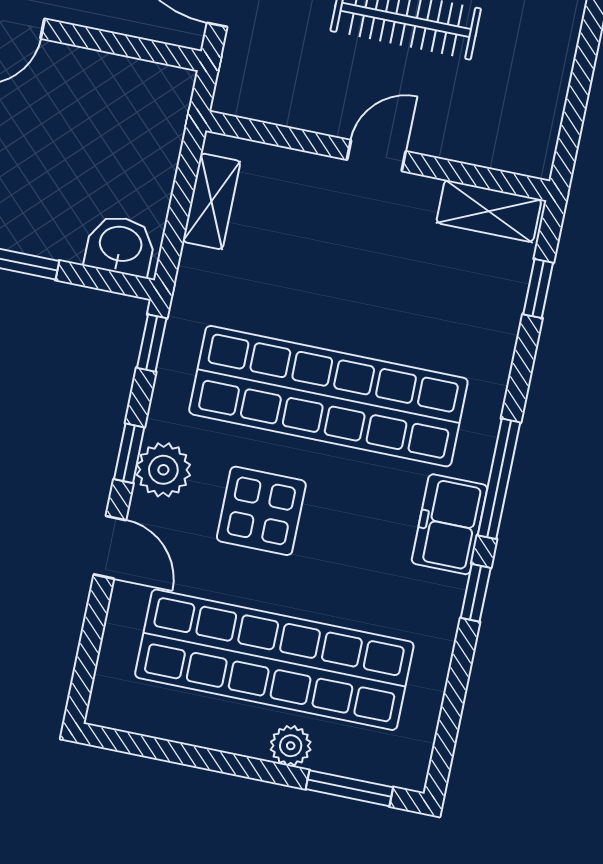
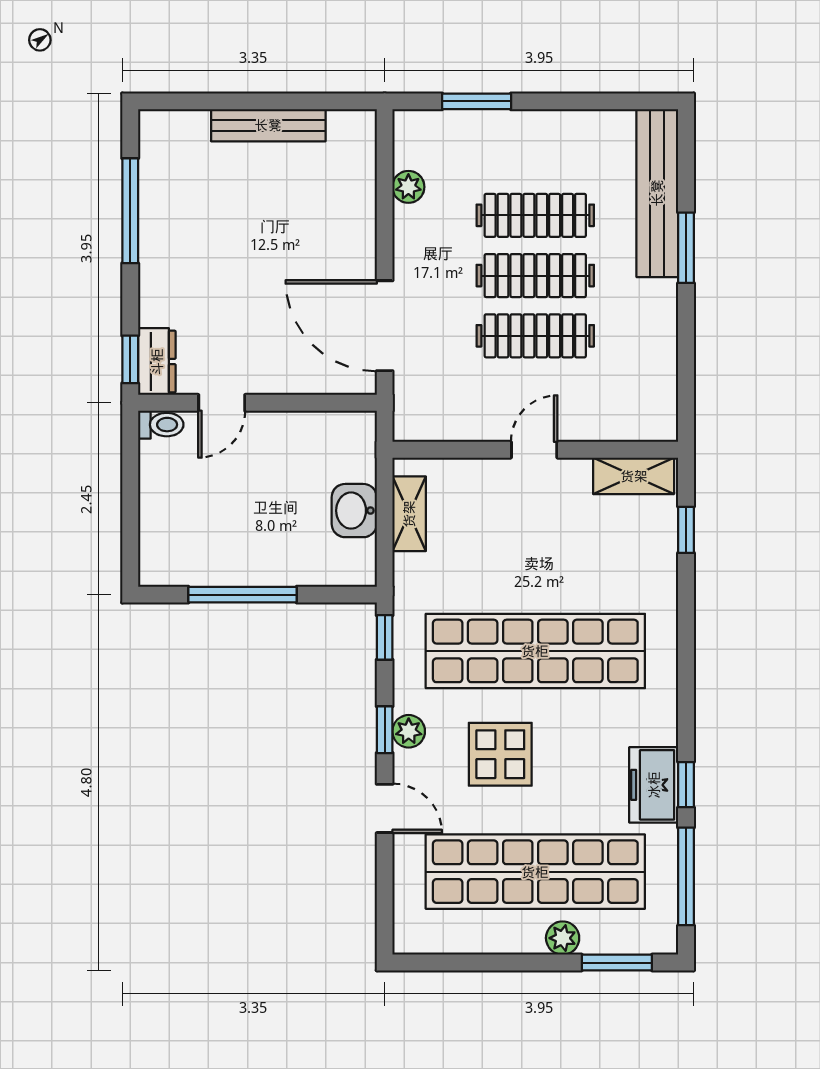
washbasin: (120, 245) -> (354, 511), moved, turned -90
plant: (163, 470) -> (409, 731), width x0.73, depth x0.73
window: (499, 479) -> (686, 876), moved
freezer: (449, 524) -> (654, 785), moved

